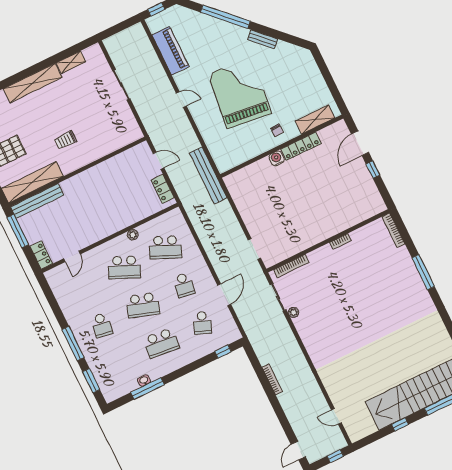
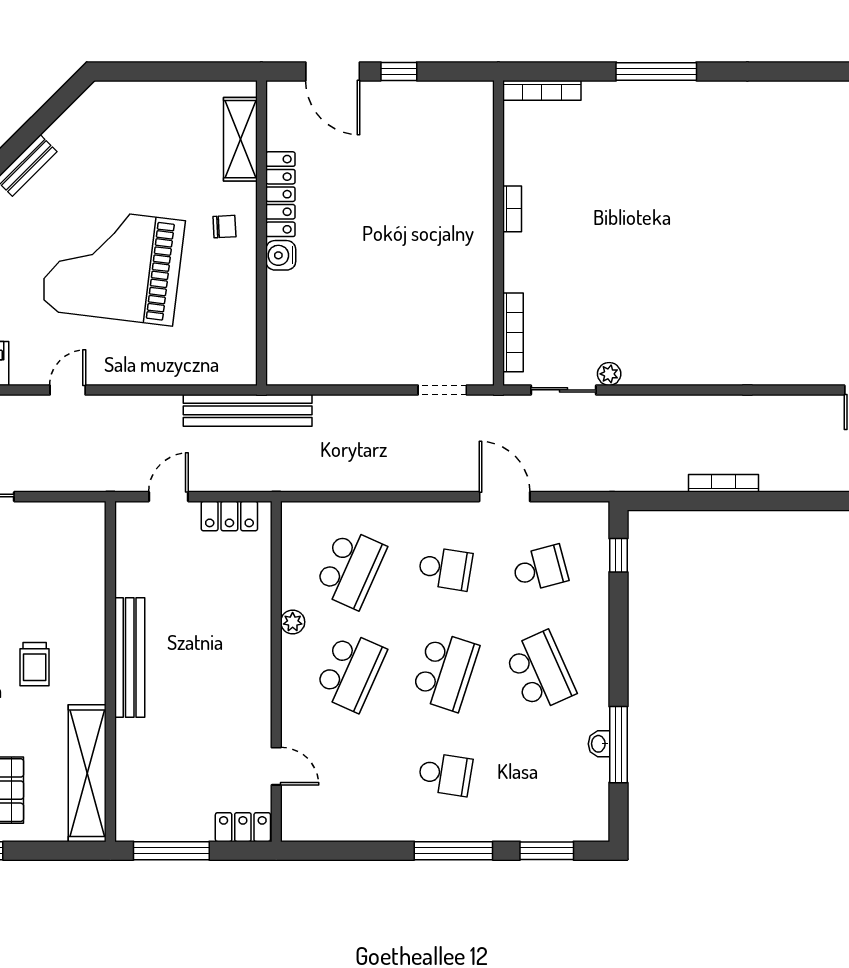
bench: (37, 201) -> (130, 658), moved
school desk: (202, 323) -> (540, 569), turned -36
school desk: (161, 343) -> (540, 671), turned -30

